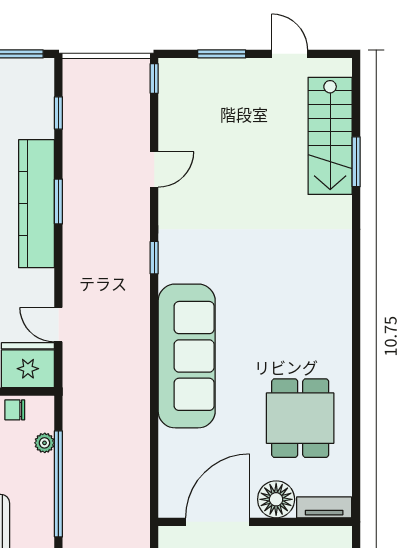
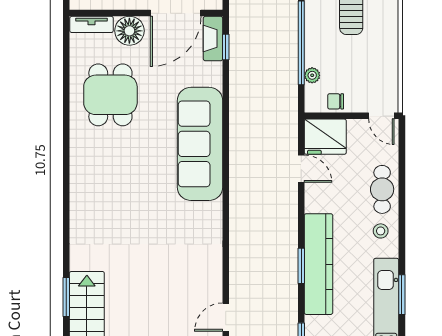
door: (154, 169) -> (226, 317), moved
window: (154, 258) -> (226, 47), moved
chair: (15, 410) -> (336, 101), turned 180
fireplace: (170, 489) -> (213, 39), added

